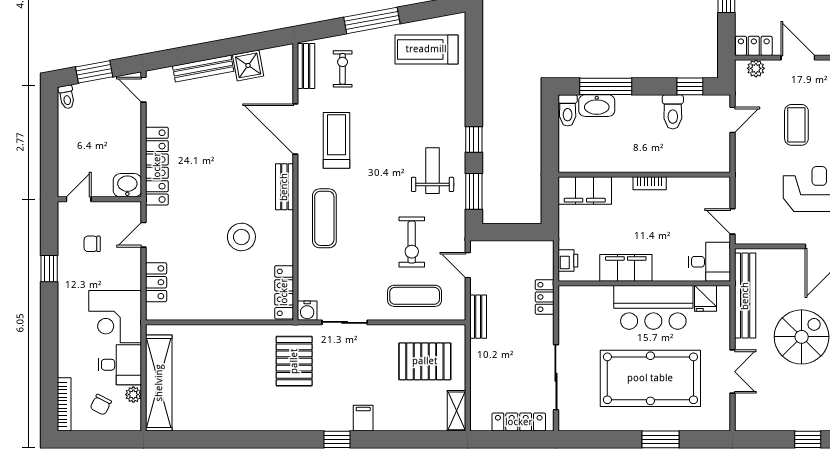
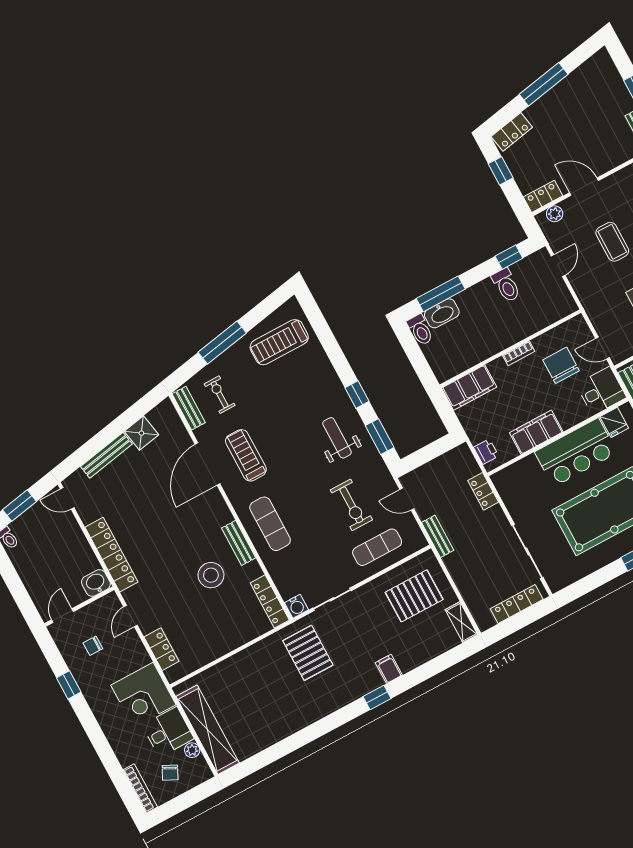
door: (295, 129) -> (208, 464), hinge flipped
bench: (284, 187) -> (239, 543), moved
chair: (684, 217) -> (561, 365), added

